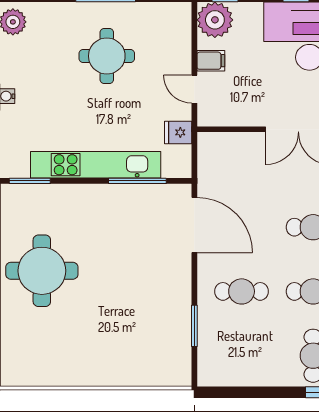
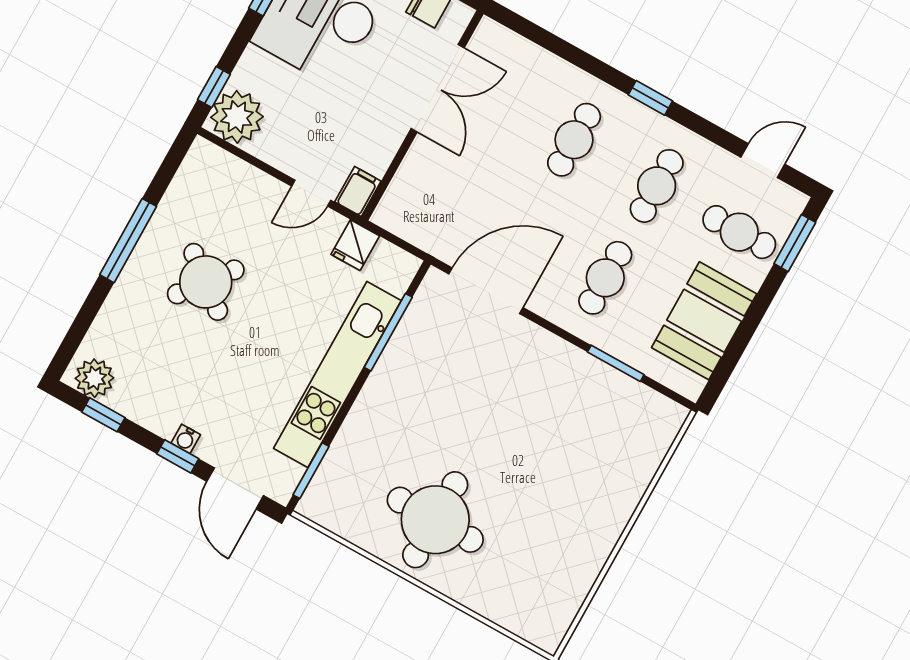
round table: (107, 56) -> (206, 282), turned 38
filing cabinet: (211, 61) -> (358, 191), moved
booth: (249, 364) -> (704, 321), added

